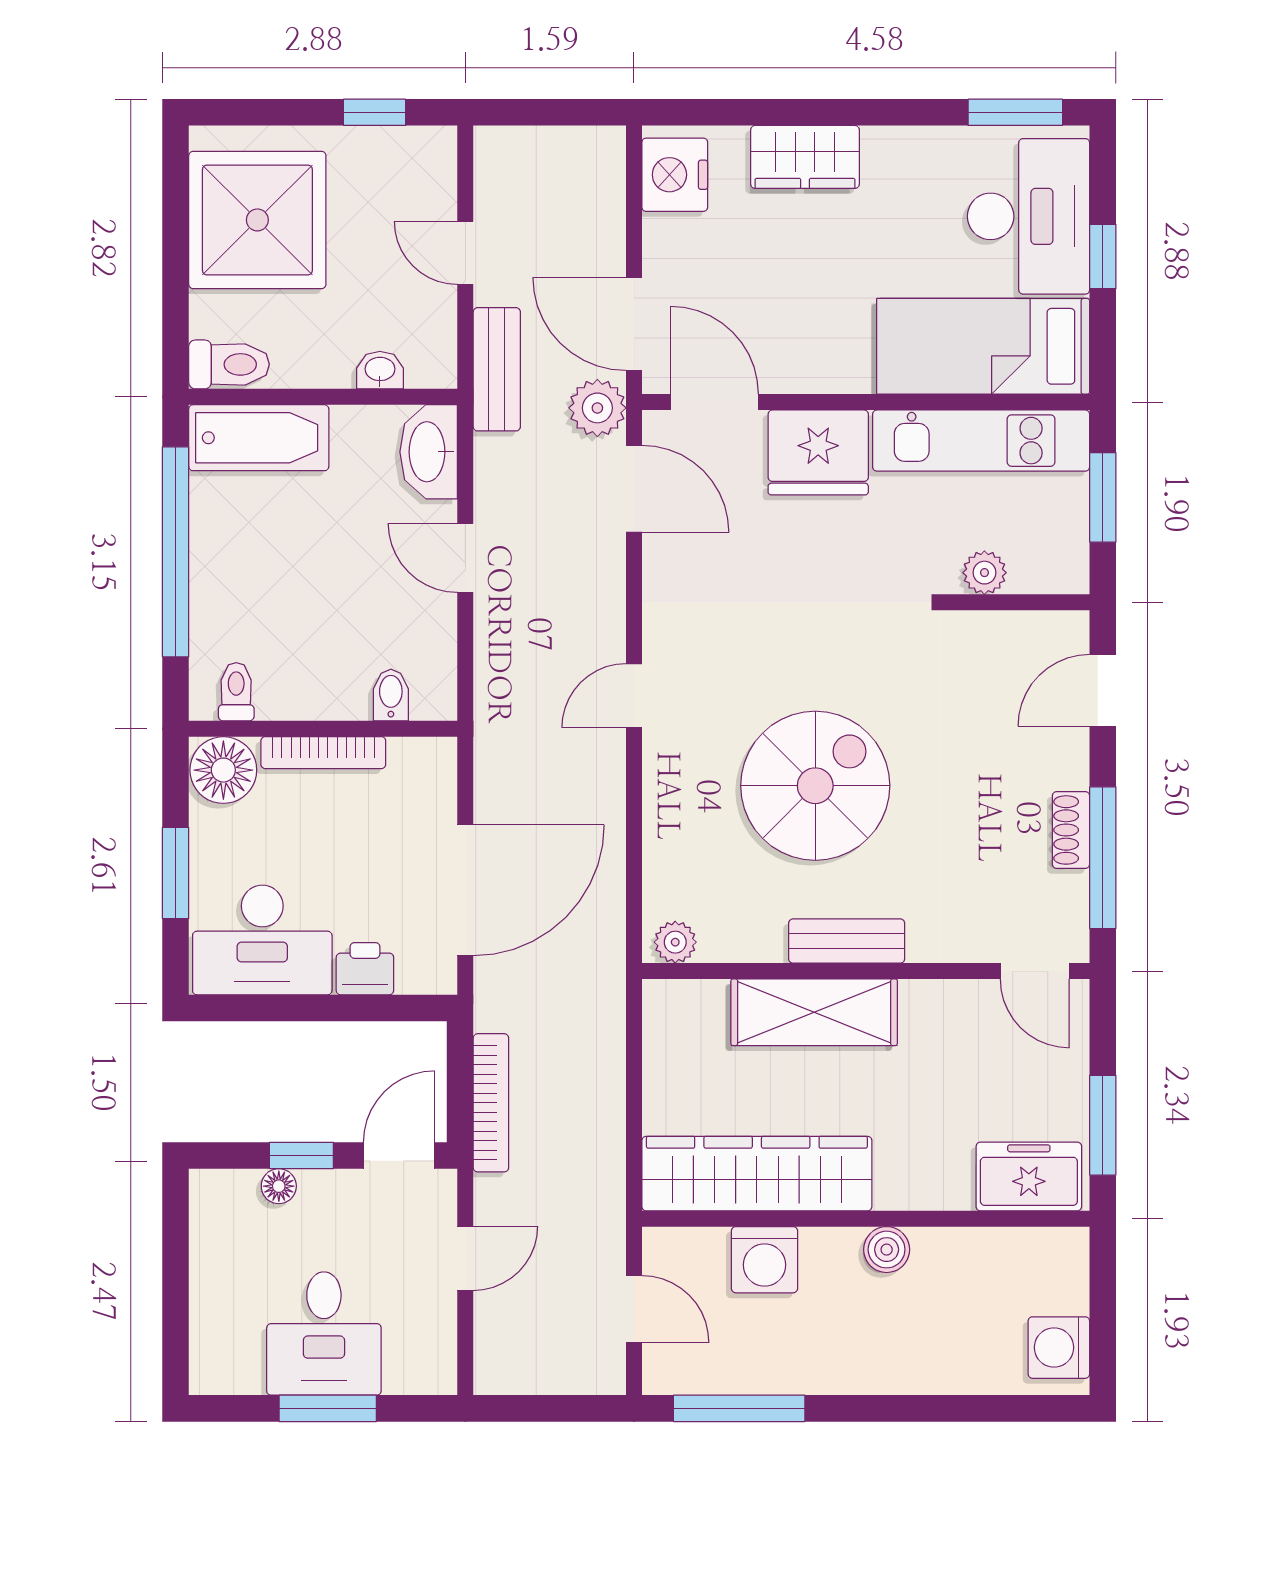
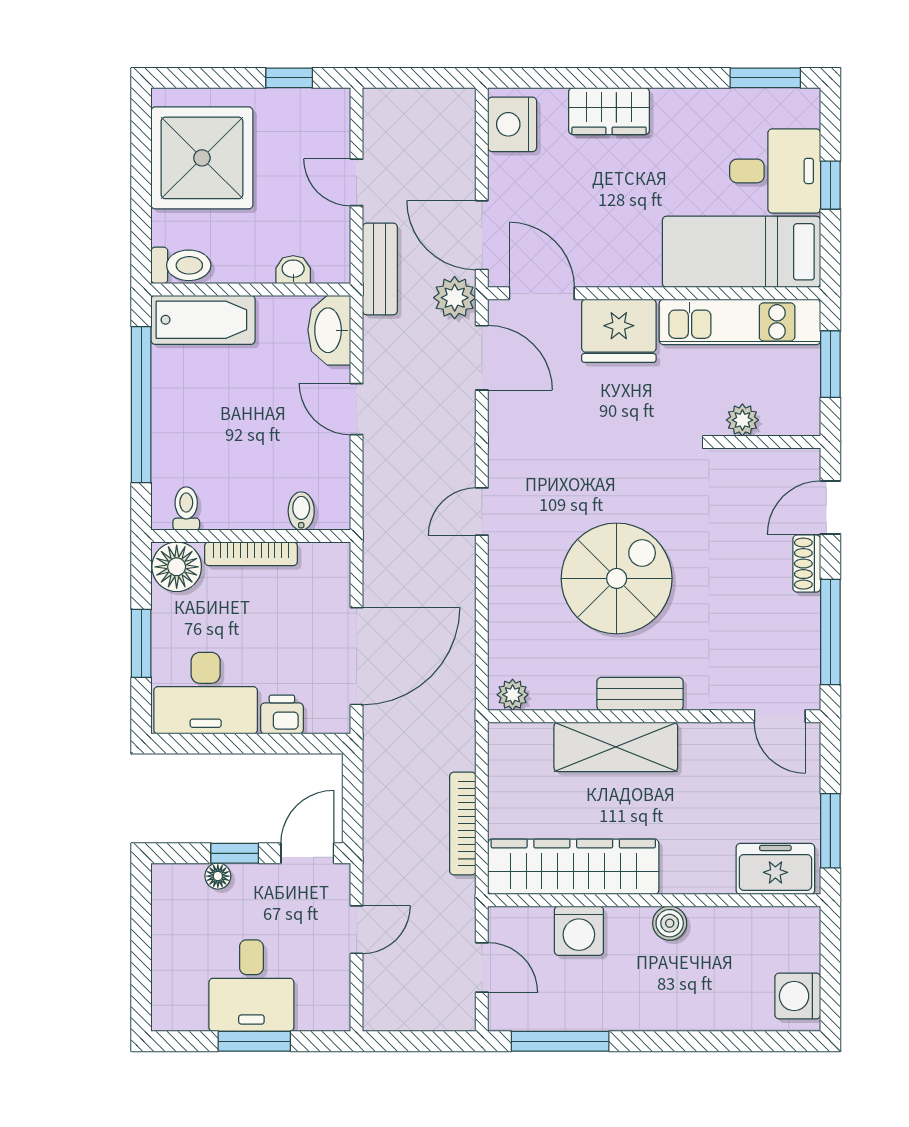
desk: (1029, 216) -> (775, 171), width x0.73
shoe rack: (1071, 830) -> (807, 564), moved
bookcase: (491, 1103) -> (463, 824), moved, turned 180

